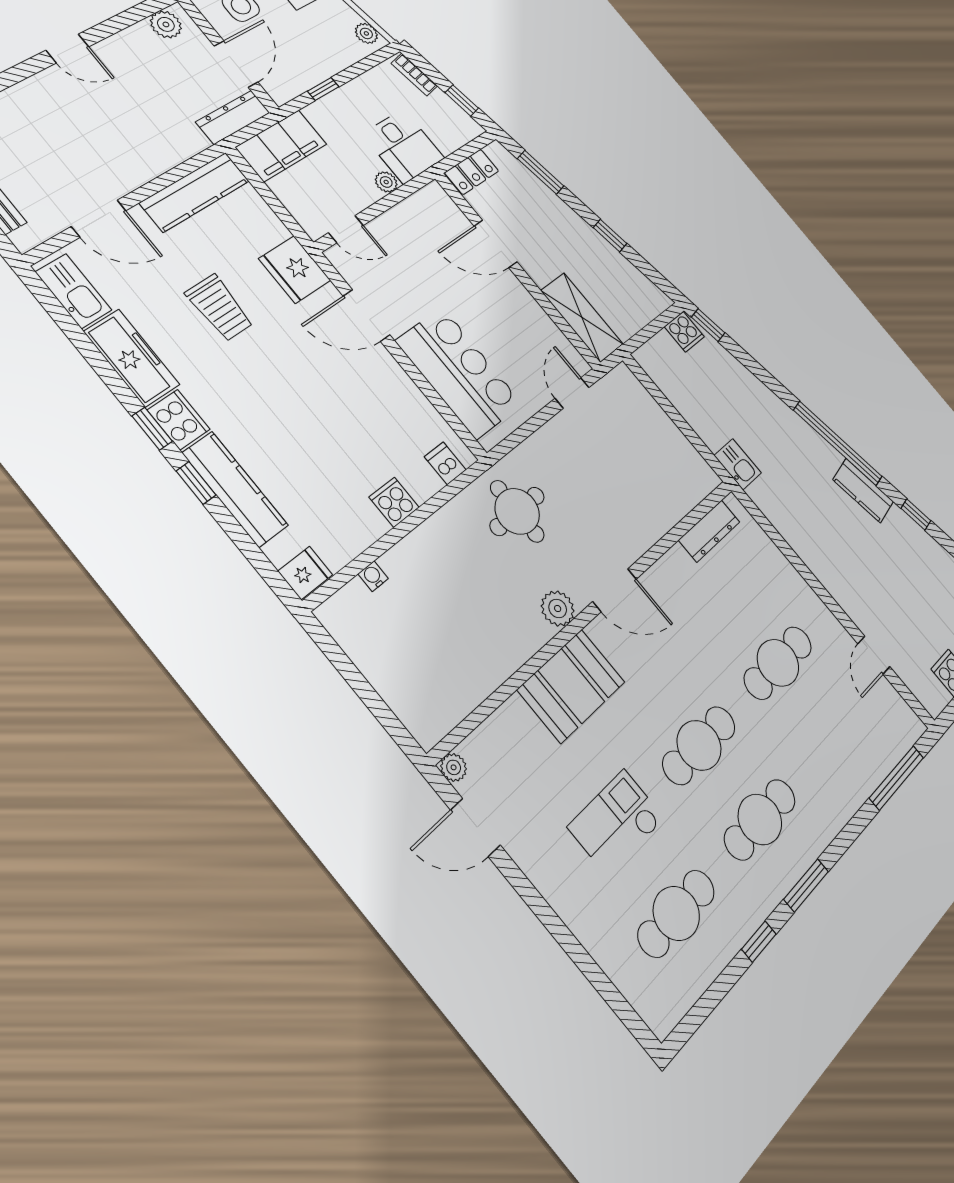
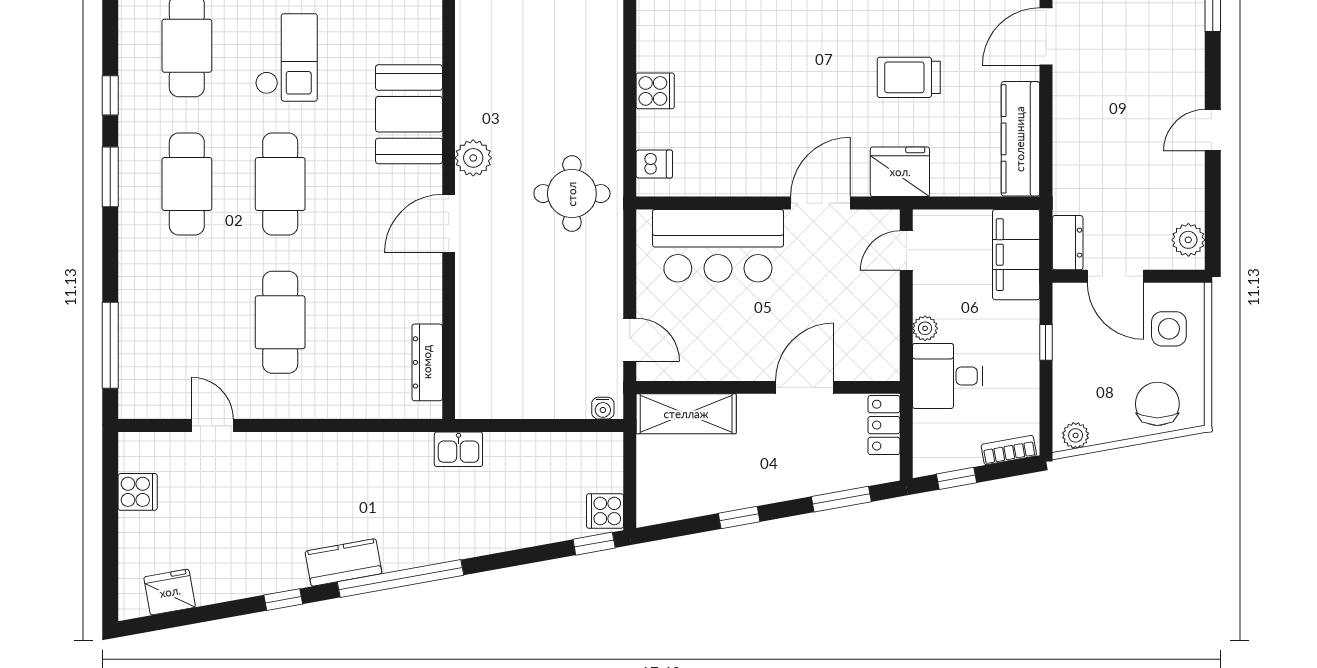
dresser: (233, 117) -> (1068, 243), width x0.70
water cooler: (373, 576) -> (603, 408), moved, turned 90

